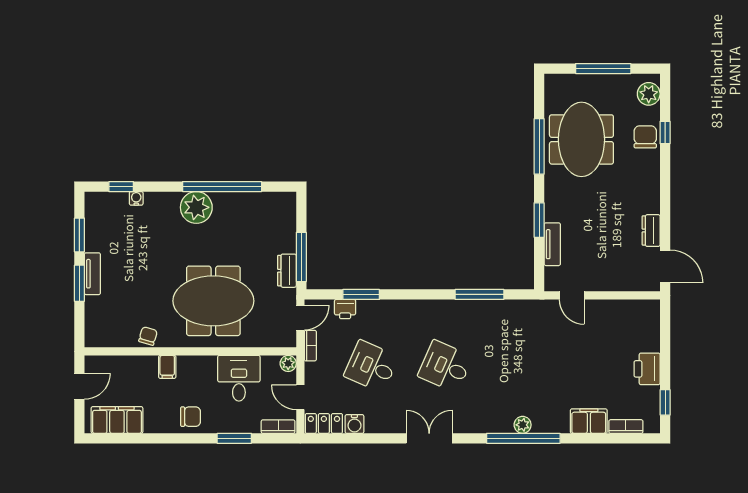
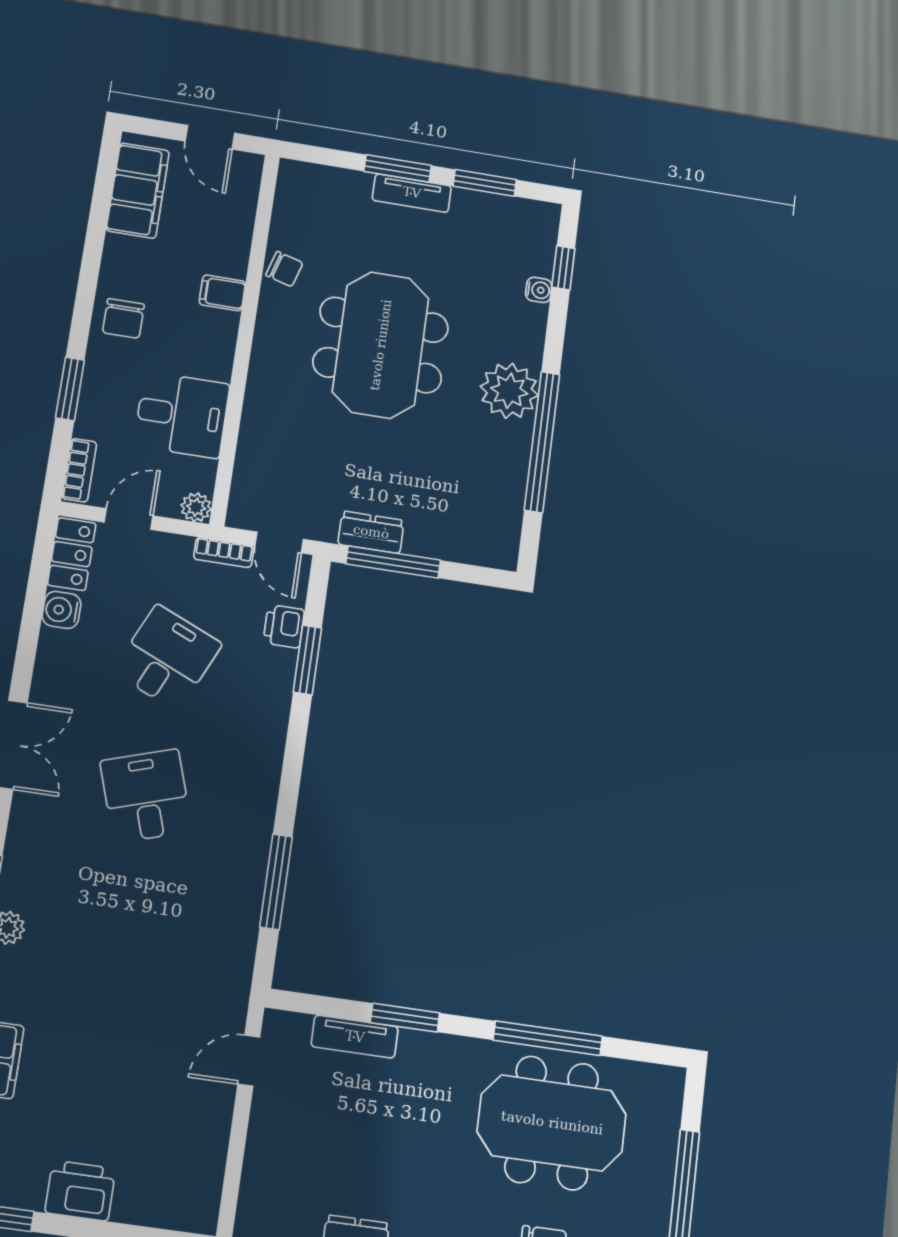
meeting table: (213, 301) -> (381, 345), moved
desk: (445, 366) -> (146, 796), turned -42

